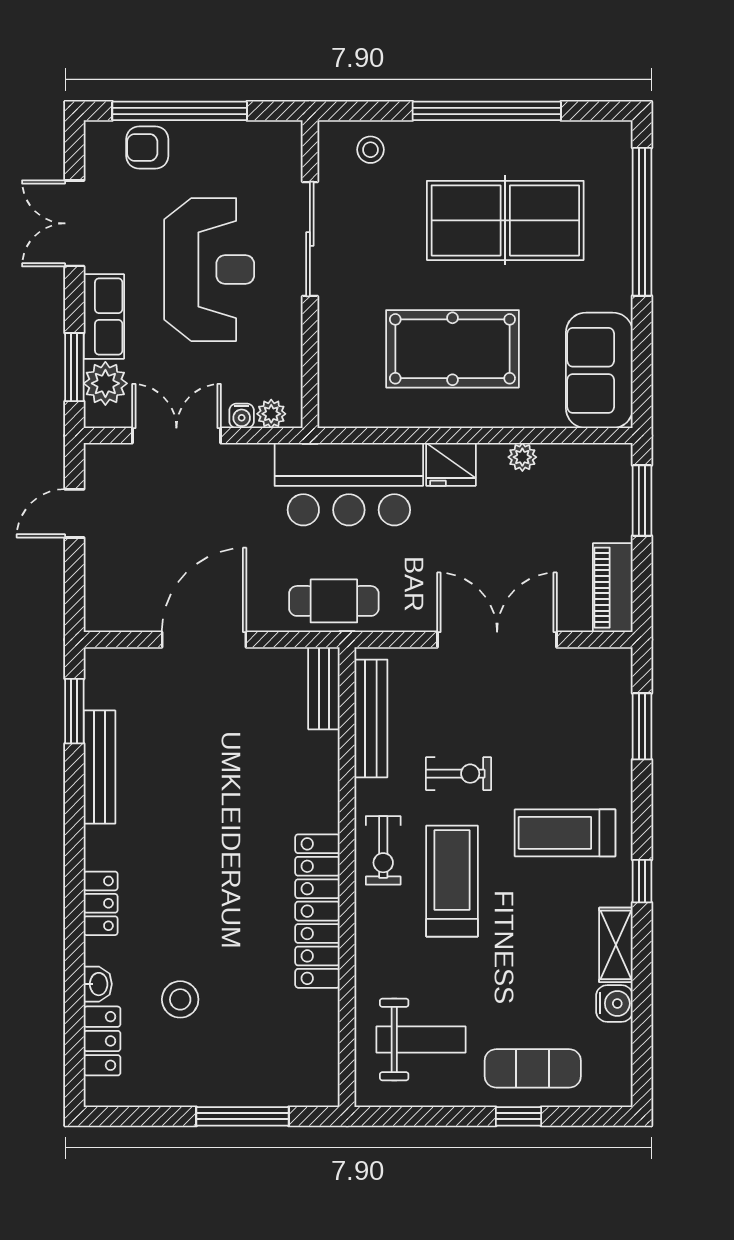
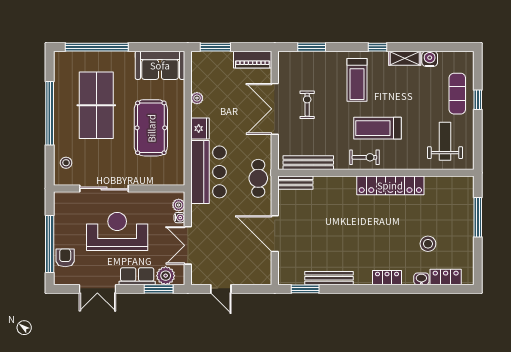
armchair: (147, 148) -> (65, 258), turned 180
exercise bike: (458, 774) -> (307, 105), moved

